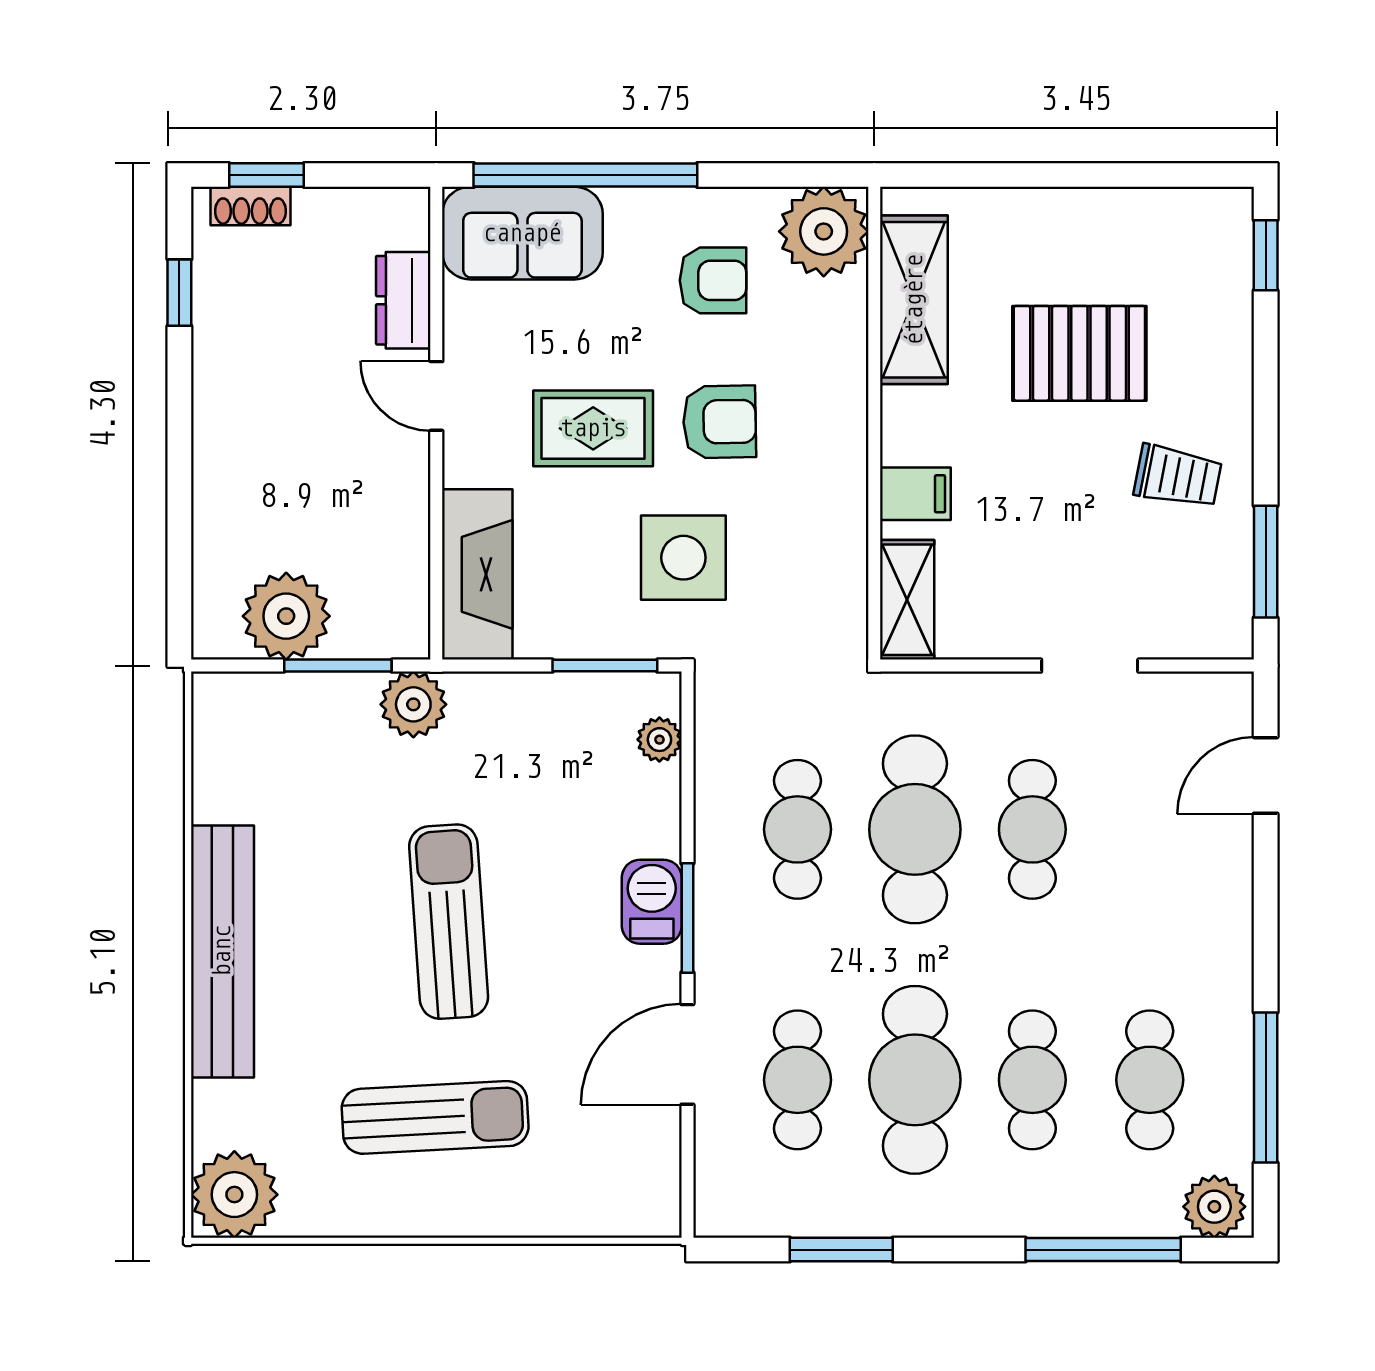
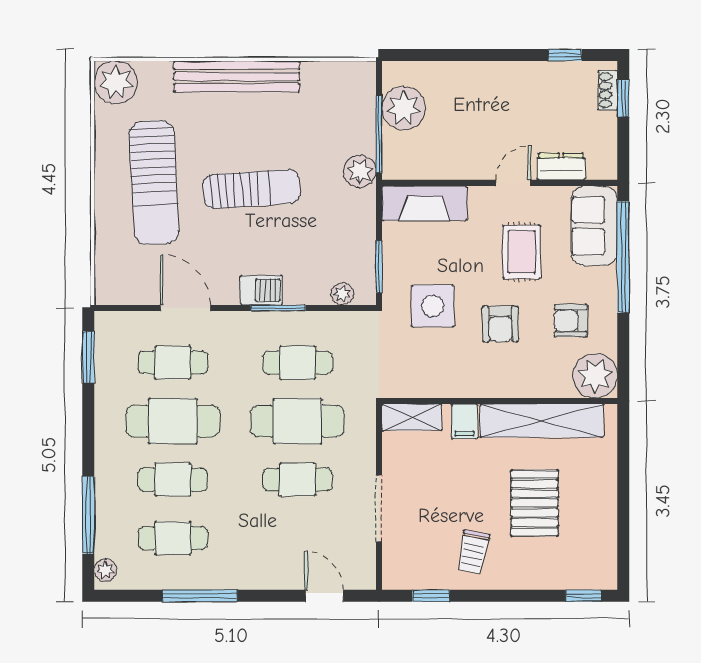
armchair: (713, 280) -> (571, 321), turned 90
shelving: (914, 300) -> (542, 421), width x1.47
rug: (593, 428) -> (522, 252), moved
window: (1266, 562) -> (431, 596), width x0.67
window: (338, 666) -> (379, 134), width x1.44
doorway: (1090, 666) -> (379, 508), width x1.38
window: (687, 918) -> (278, 308), moved
window: (1266, 1088) -> (200, 596), moved
sun lounger: (435, 1117) -> (154, 182), width x1.36, depth x1.34
plant: (1214, 1207) -> (105, 570), width x0.73, depth x0.73
window: (841, 1250) -> (88, 357), moved

